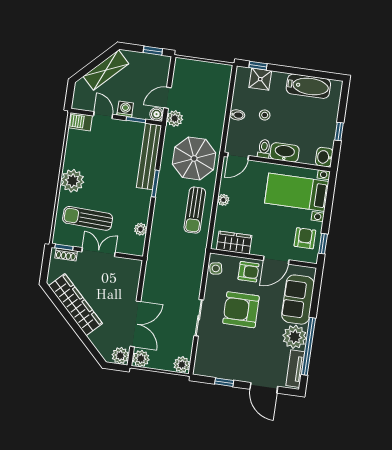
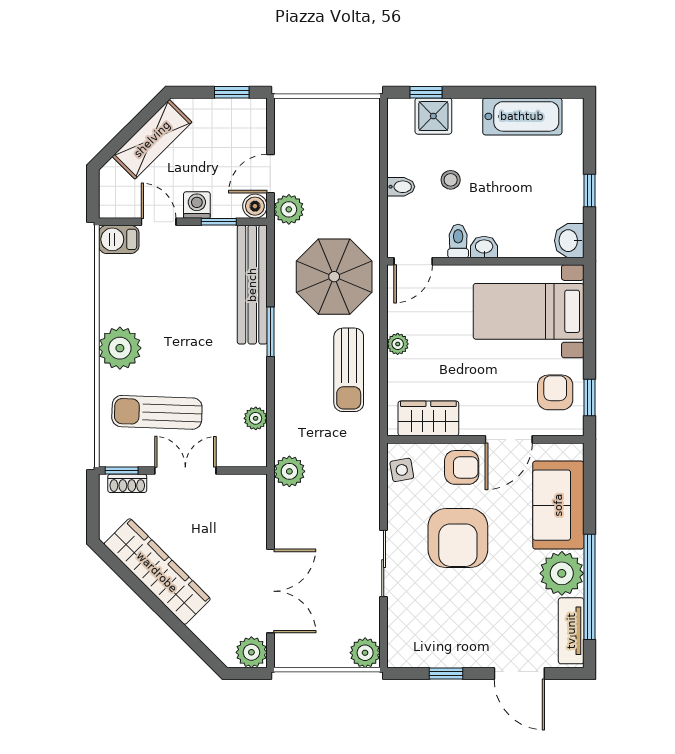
washbasin: (285, 152) -> (484, 247), width x0.52, depth x0.69
armchair: (241, 310) -> (458, 538), turned -90
plant: (141, 359) -> (289, 471), moved

